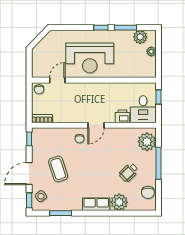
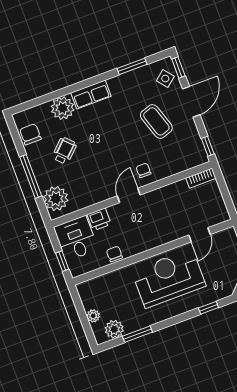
window: (101, 28) -> (208, 308), moved
chair: (39, 89) -> (114, 254), moved

